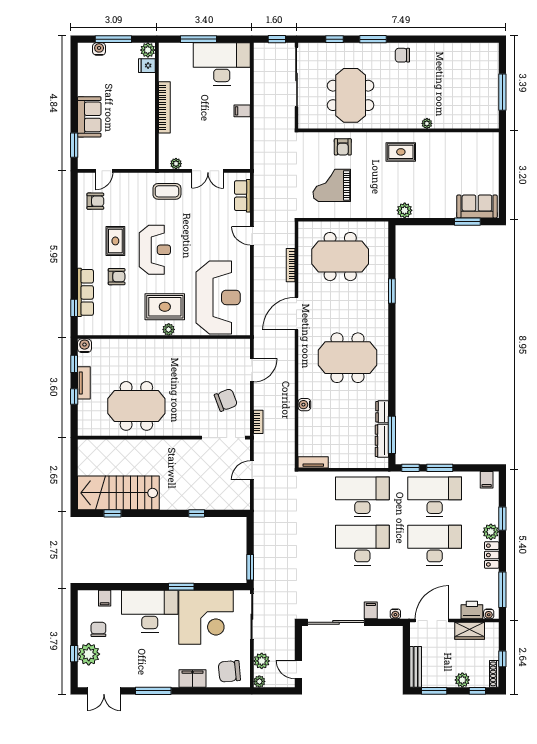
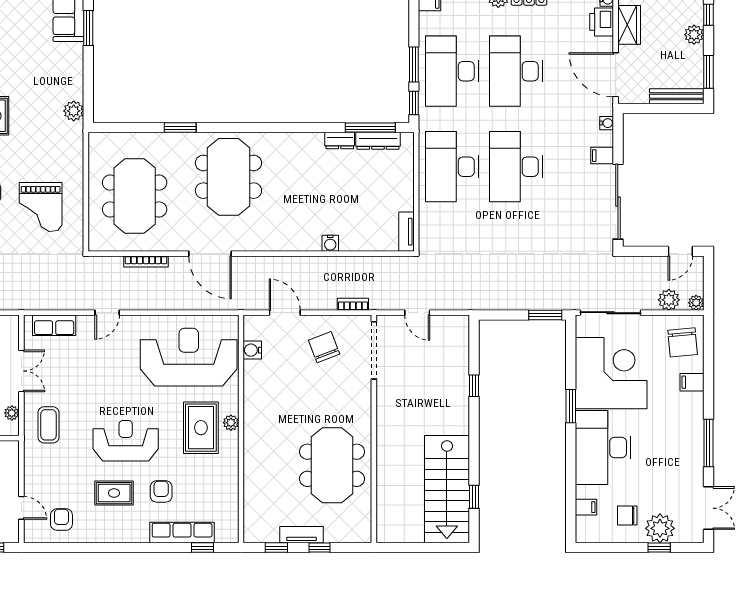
water cooler: (84, 346) -> (252, 350), moved
meeting table: (347, 358) -> (228, 177), moved
filing cabinet: (193, 678) -> (692, 382), width x0.50

